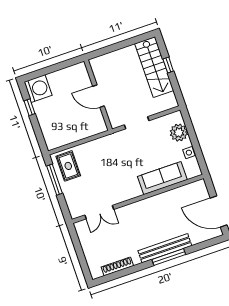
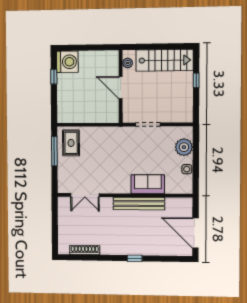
stairs: (154, 67) -> (165, 60), moved, turned -90
plant: (97, 70) -> (128, 63), added
sofa: (162, 178) -> (148, 184), width x0.73
bench: (165, 248) -> (139, 204), moved
window: (169, 257) -> (135, 258), width x0.46

